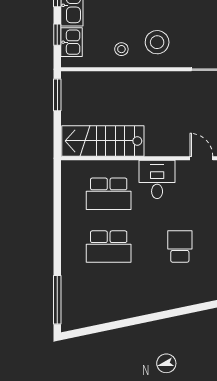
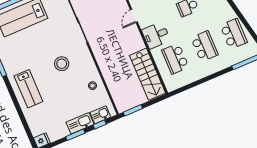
stool: (157, 42) -> (62, 64), moved
school desk: (109, 194) -> (175, 59), turned 180
school desk: (109, 299) -> (234, 34), added

